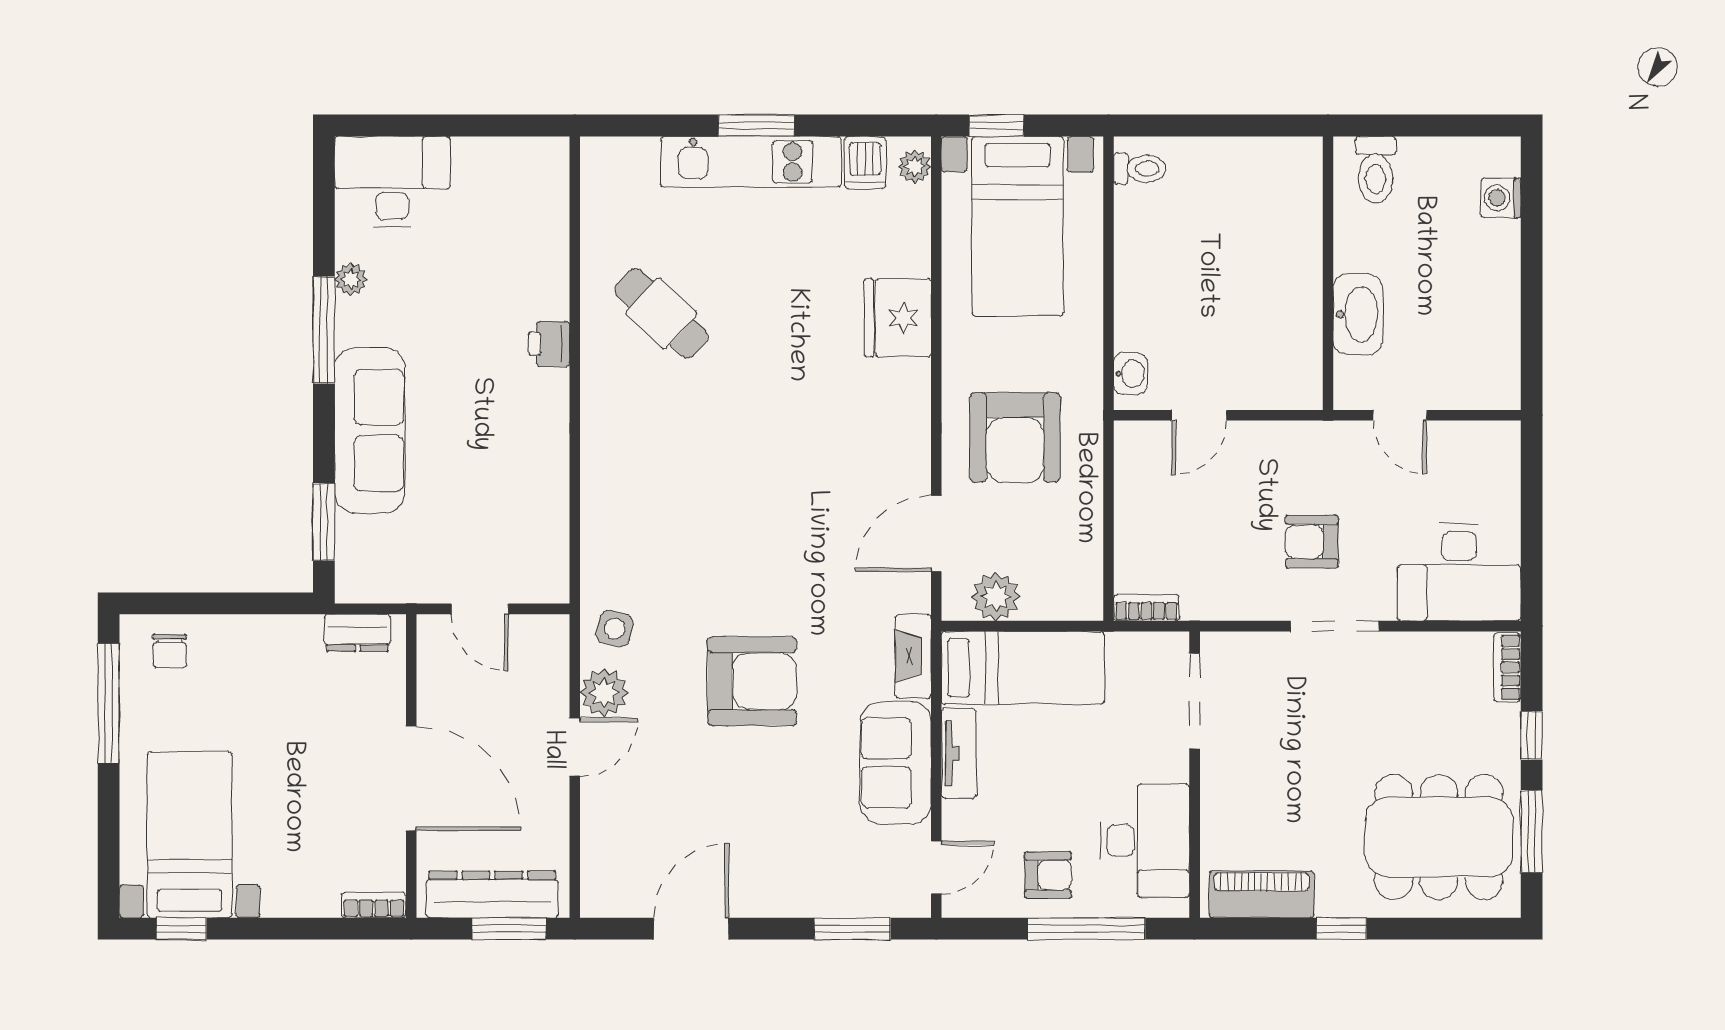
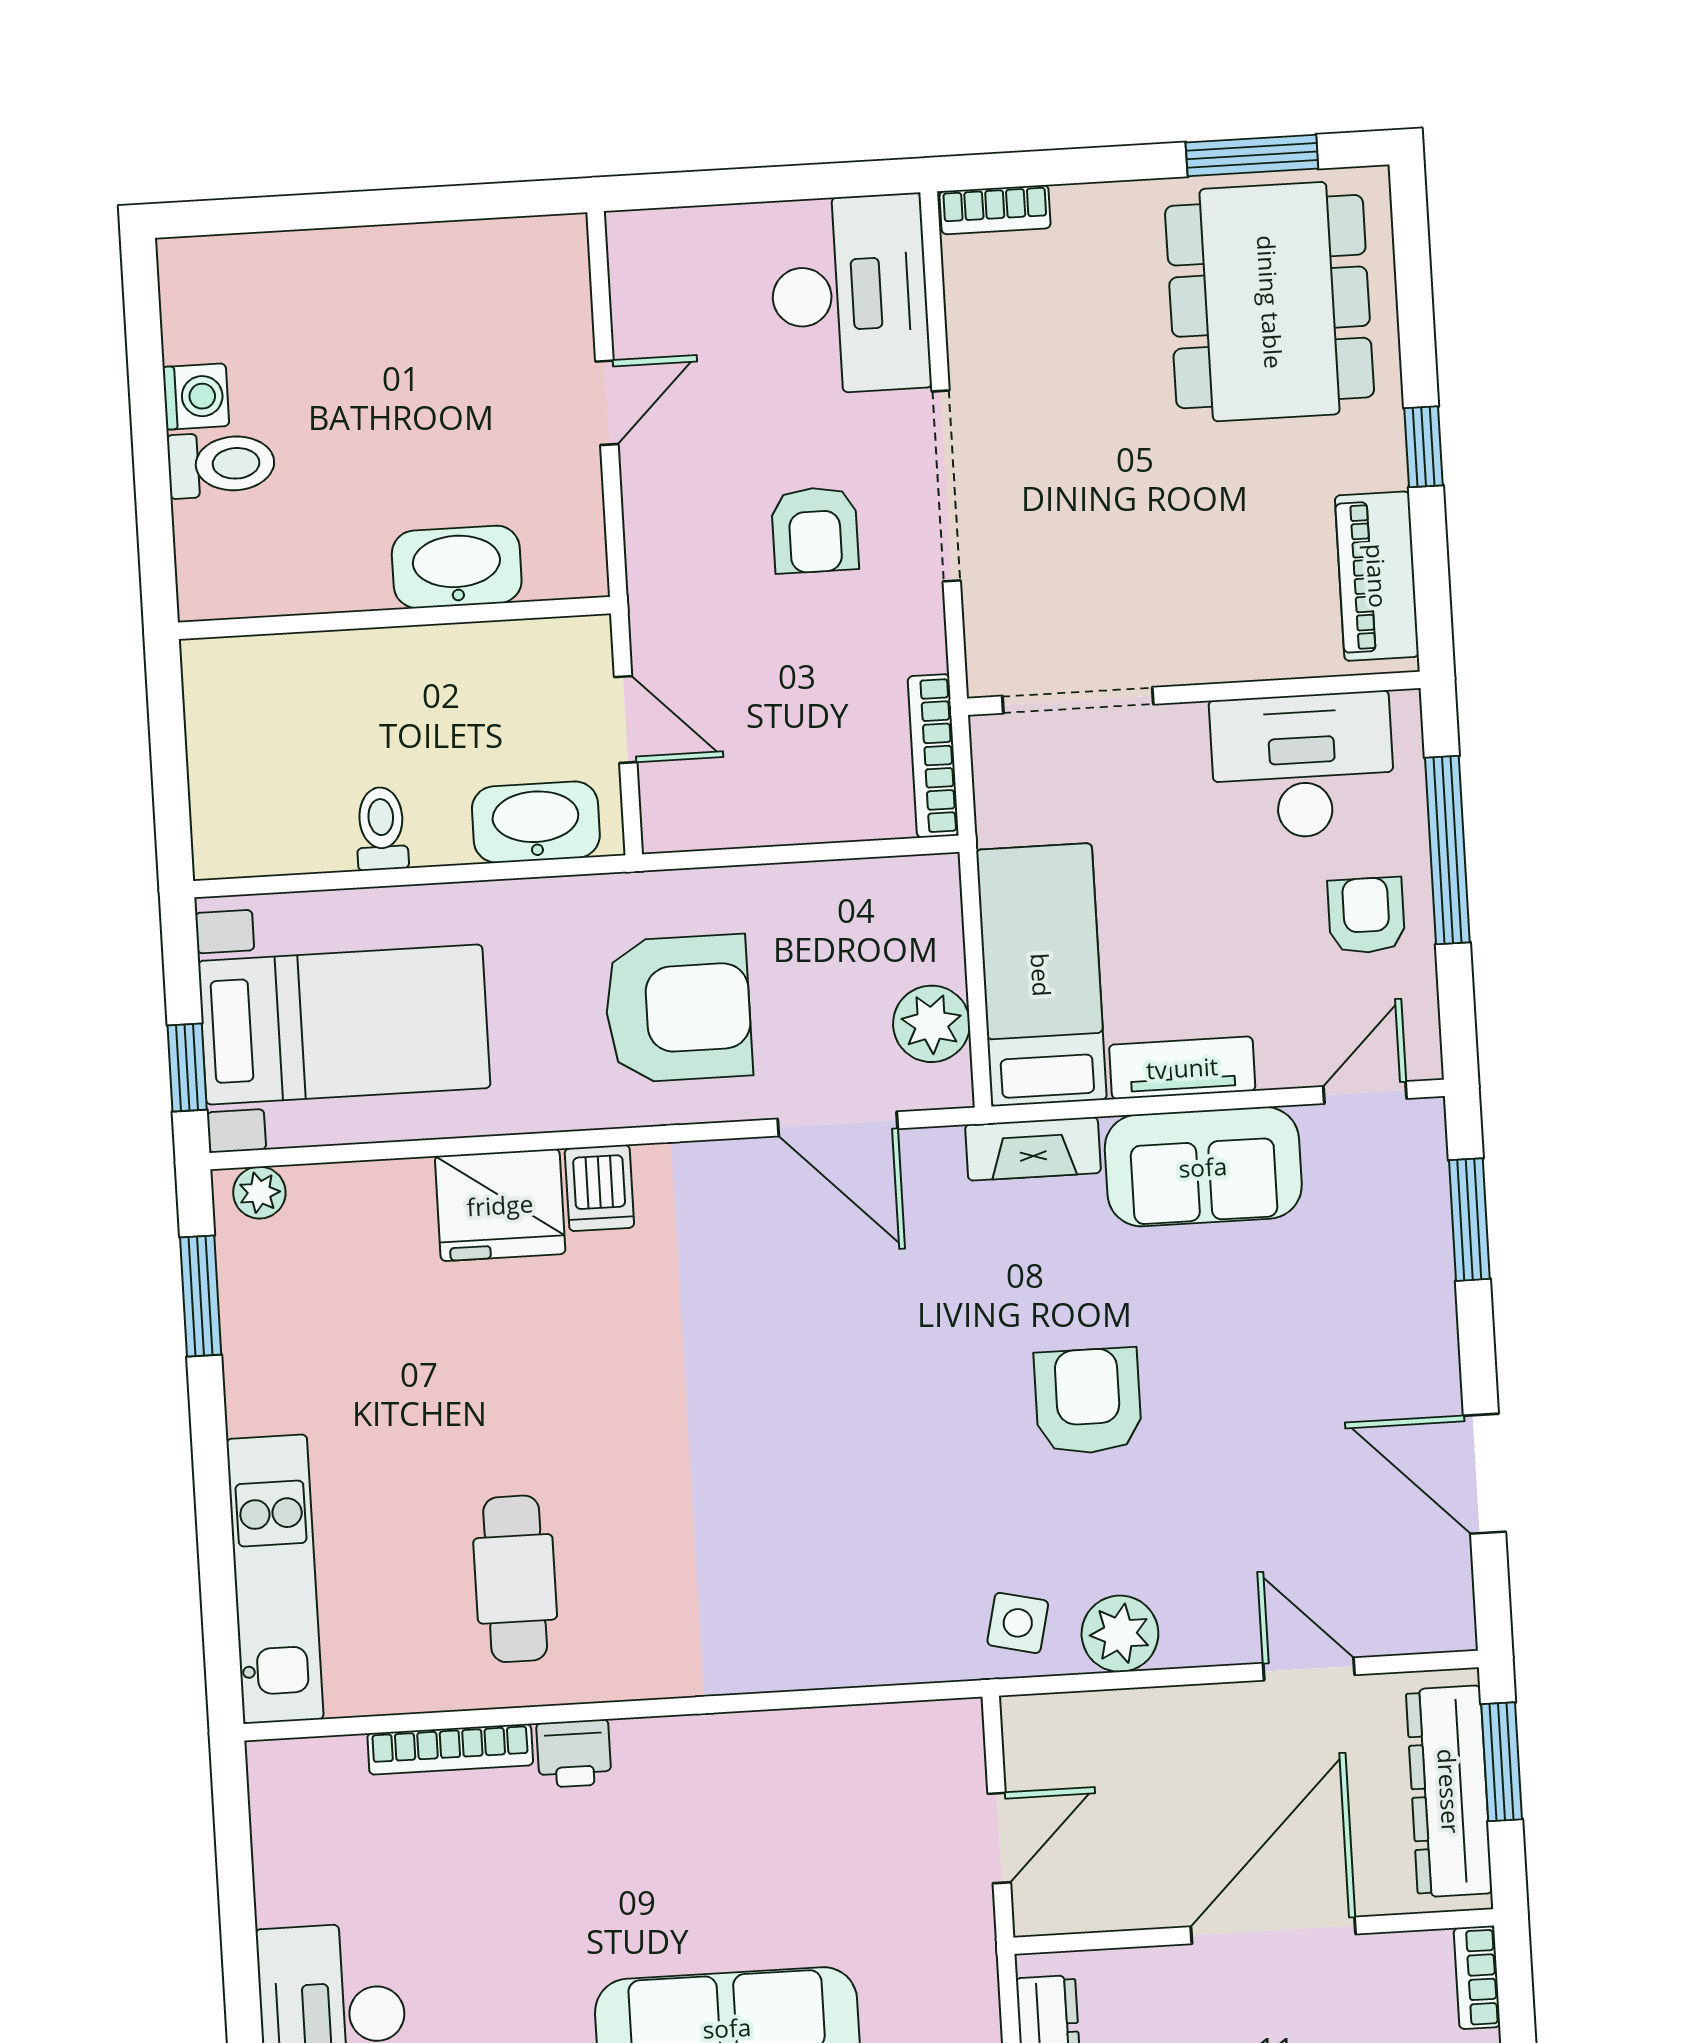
window: (756, 125) -> (201, 1296), moved
kitchen unit: (751, 162) -> (275, 1579), moved
dishwasher: (865, 163) -> (599, 1188), moved, turned 90
toilet: (1140, 169) -> (381, 829), moved
washing machine: (1501, 198) -> (196, 397), moved, turned -90
bookcase: (556, 266) -> (450, 1749), added
wall: (1328, 273) -> (394, 618), moved
cafe table: (661, 313) -> (515, 1579), turned -43
washbasin: (1358, 314) -> (457, 567), moved
washbasin: (1130, 374) -> (536, 822), width x1.91, depth x1.45
bookcase: (1146, 608) -> (933, 756), width x1.56
doorway: (1335, 626) -> (946, 486), width x1.36
armchair: (752, 681) -> (1088, 1401), width x0.73, depth x0.73
window: (1532, 735) -> (1100, 165), removed
door: (575, 747) -> (1309, 1669), moved
door: (936, 868) -> (1365, 1093), hinge flipped

